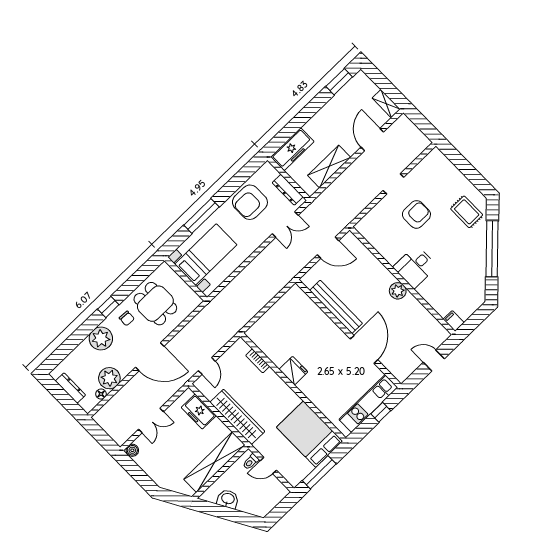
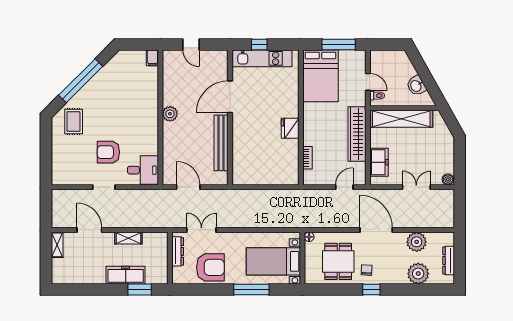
window: (339, 82) -> (140, 290), moved
door: (372, 140) -> (89, 230), swing flipped
freezer: (292, 149) -> (126, 275), moved
shelving: (329, 166) -> (128, 238), width x0.67, depth x0.75
desk: (415, 267) -> (143, 170), moved
plant: (101, 338) -> (418, 274), moved
floor lamp: (101, 394) -> (309, 237), moved

